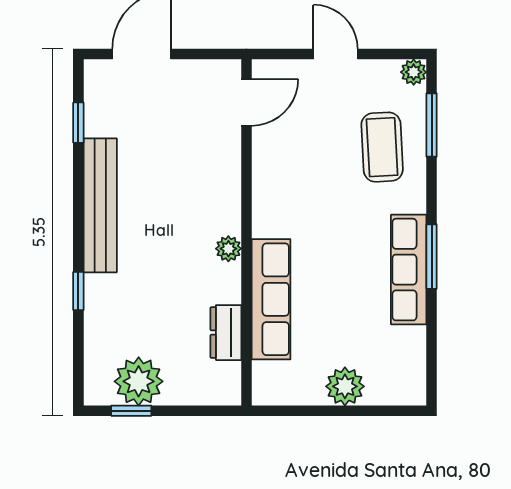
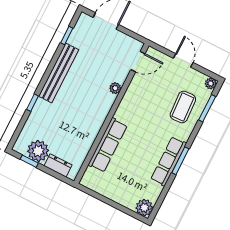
plant: (228, 249) -> (115, 88), moved
dresser: (226, 333) -> (58, 165), moved, turned 90
plant: (345, 386) -> (144, 208), moved

